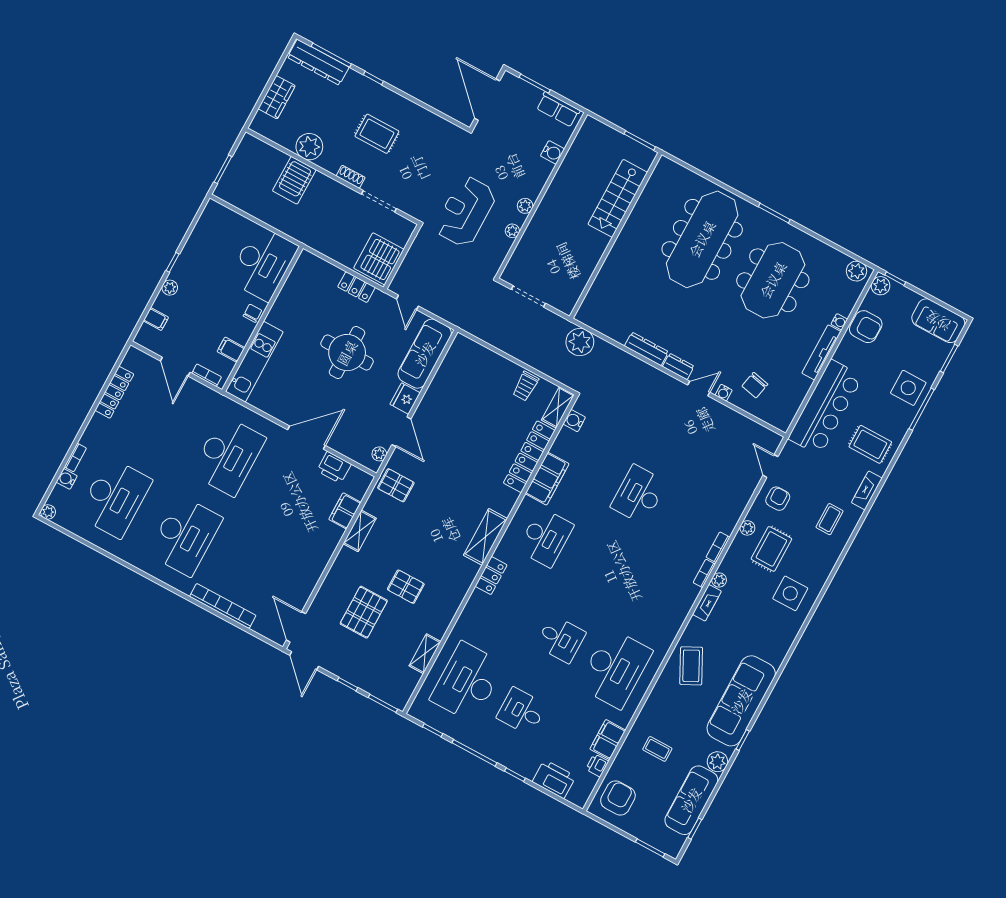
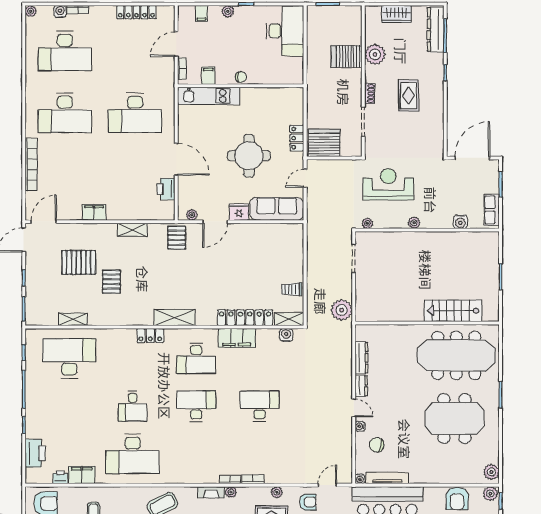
stairs: (618, 198) -> (453, 311), moved
plant: (512, 231) -> (367, 223), moved
wall: (616, 235) -> (427, 323), moved
desk: (263, 263) -> (285, 31), moved, turned -90
water cooler: (839, 322) -> (360, 479), moved
tv unit: (821, 352) -> (387, 478), moved
filing cabinet: (345, 511) -> (94, 212), moved
desk: (522, 711) -> (196, 406), moved, width x1.37

